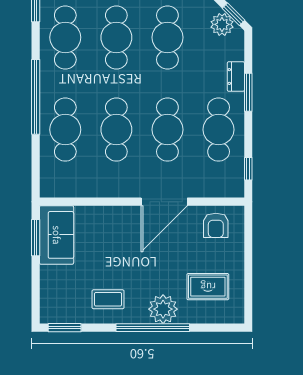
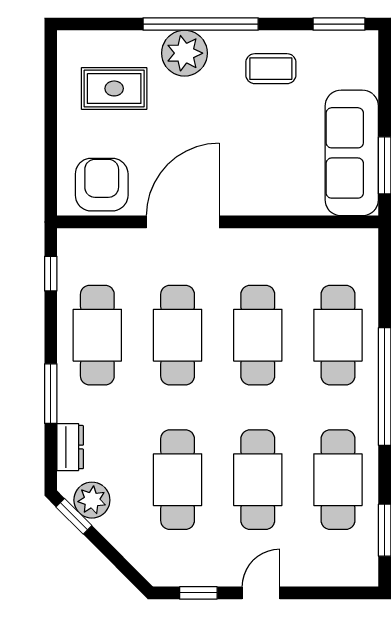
dresser: (236, 77) -> (70, 447), moved
armchair: (216, 225) -> (102, 185), width x1.38, depth x1.38
sofa: (57, 235) -> (352, 153), width x1.36

